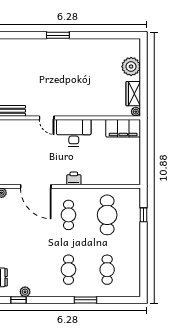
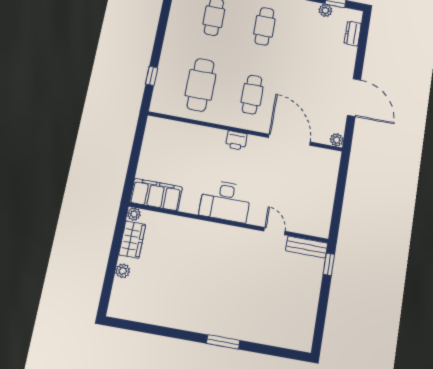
plant: (131, 66) -> (123, 271), width x0.53, depth x0.53
door: (47, 118) -> (275, 231), moved

